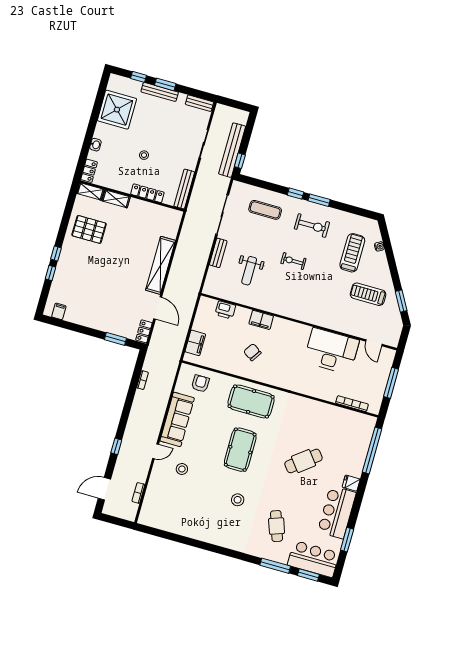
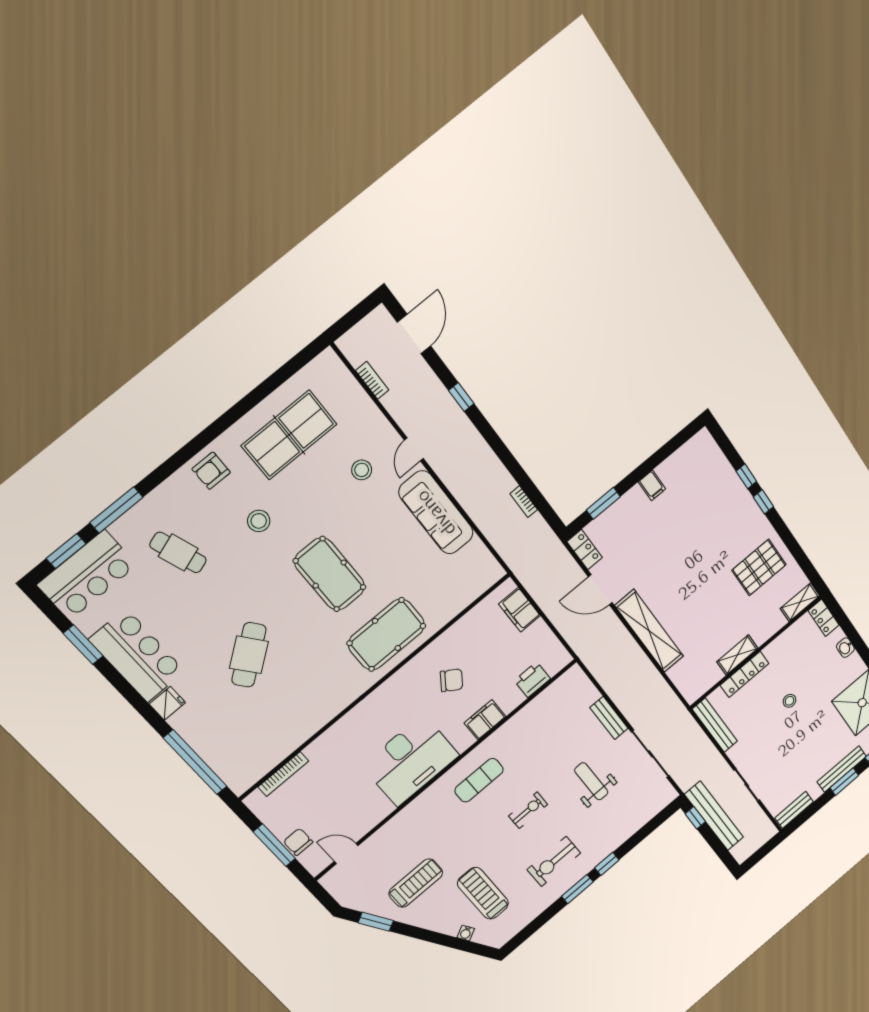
shelving: (116, 199) -> (737, 655), moved
exercise mat: (265, 210) -> (479, 780), moved
treadmill: (352, 253) -> (483, 893), turned 180
weight bench: (249, 271) -> (591, 781), moved
filing cabinet: (59, 311) -> (652, 485), moved
desk: (331, 351) -> (410, 760), moved
chair: (382, 372) -> (298, 842), added
armchair: (200, 384) -> (211, 471), moved, turned 90
table tennis table: (189, 513) -> (289, 435), added

